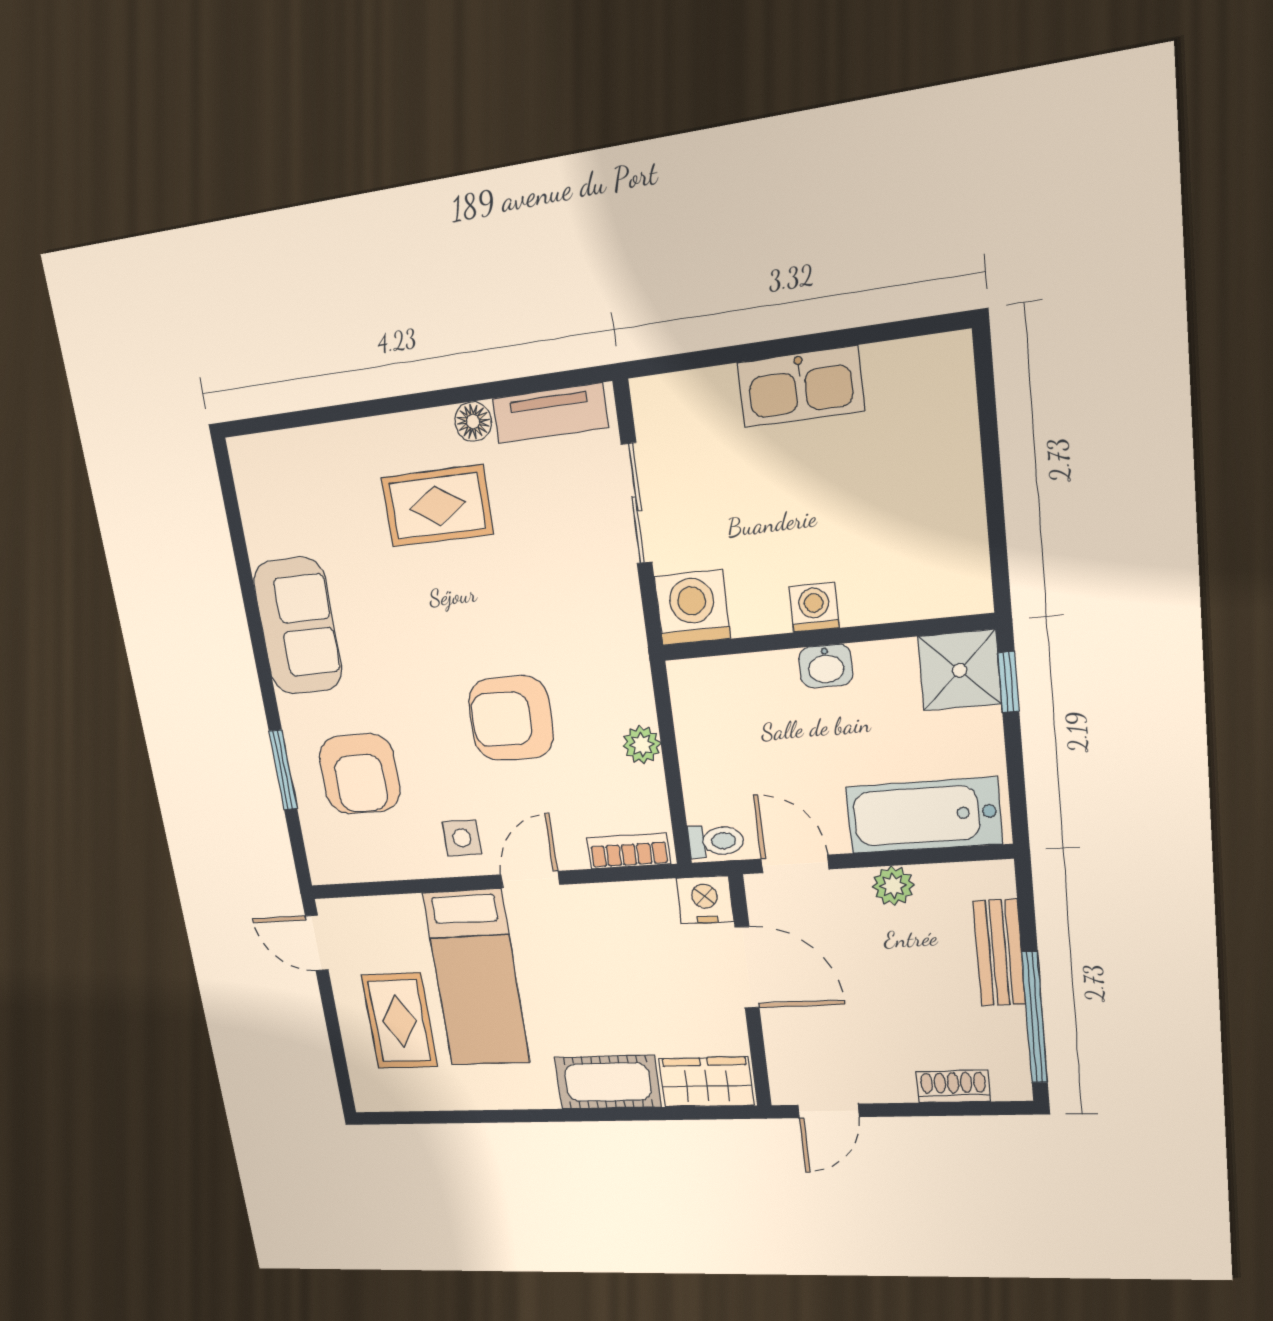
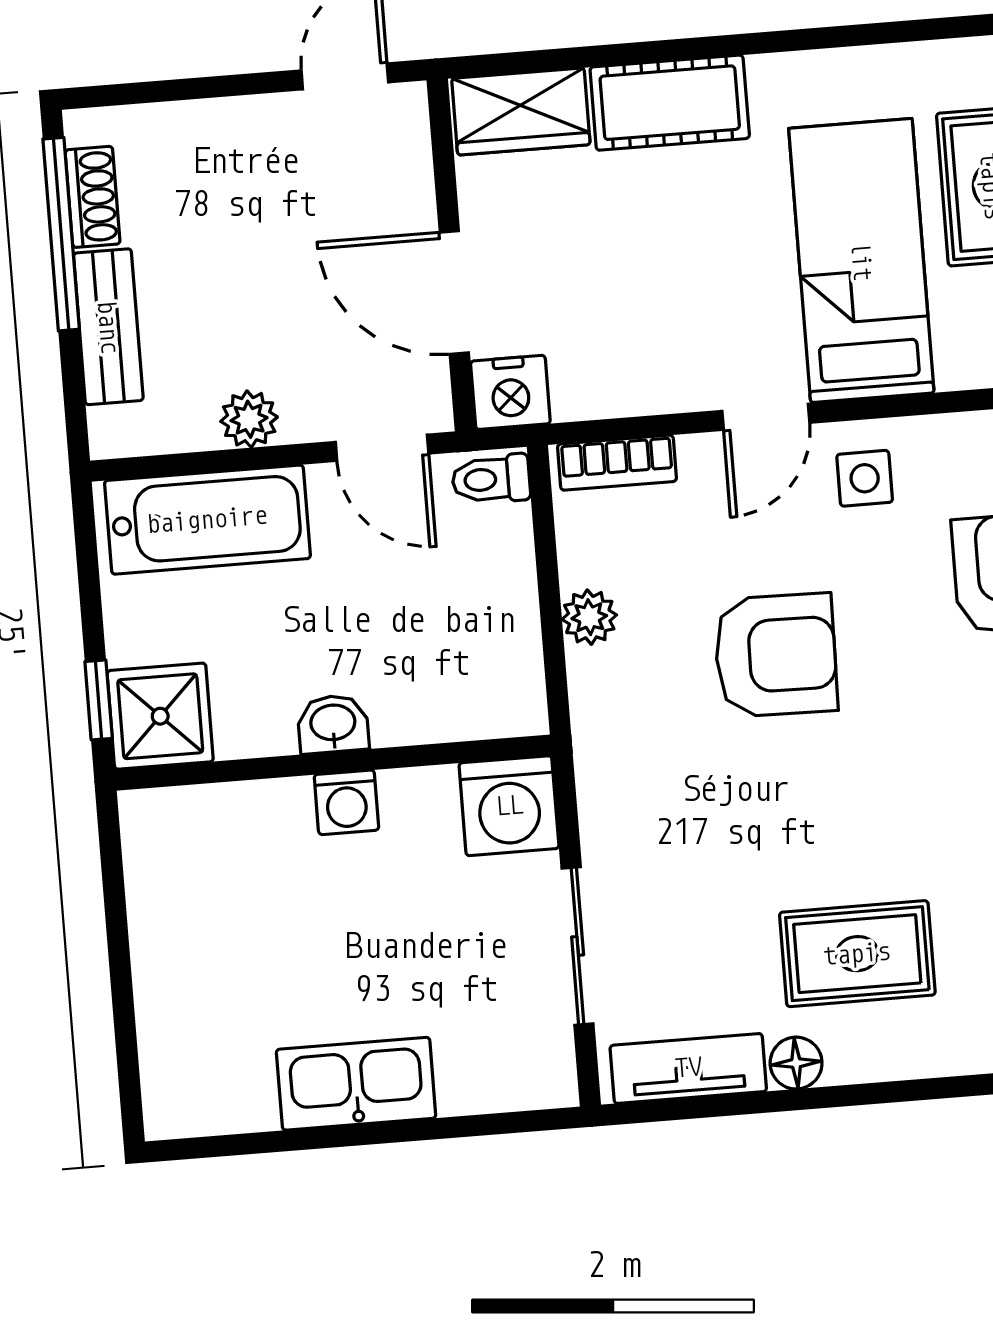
shoe rack: (953, 1087) -> (93, 197), moved, turned -90

